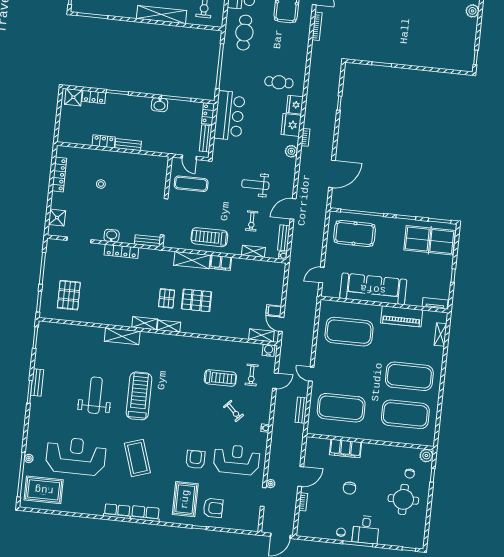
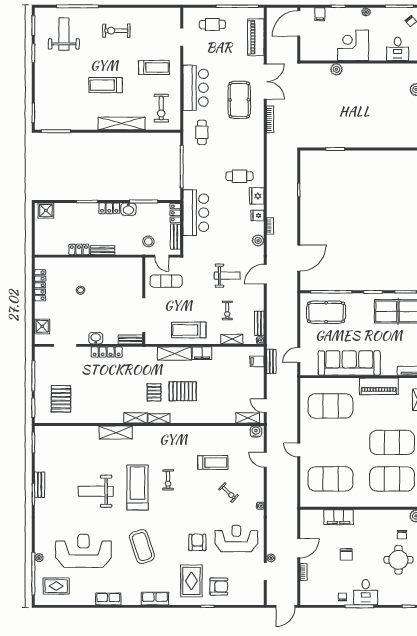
cafe table: (244, 33) -> (202, 132), width x0.73, depth x0.74
locker: (94, 97) -> (109, 208), moved
fridge: (291, 125) -> (258, 215), width x0.53, depth x0.75
stool: (177, 140) -> (148, 241), added
weight bench: (255, 185) -> (227, 276), turned 180
door: (293, 209) -> (265, 274), moved
filing cabinet: (274, 311) -> (257, 361), moved
exercise bike: (252, 375) -> (168, 480), moved
door: (275, 381) -> (265, 460), swing flipped
weight bench: (95, 395) -> (96, 491), turned -90
bench: (301, 410) -> (271, 361), moved
rug: (44, 490) -> (56, 586), width x0.73, depth x0.70
row of seats: (117, 511) -> (108, 599), moved

